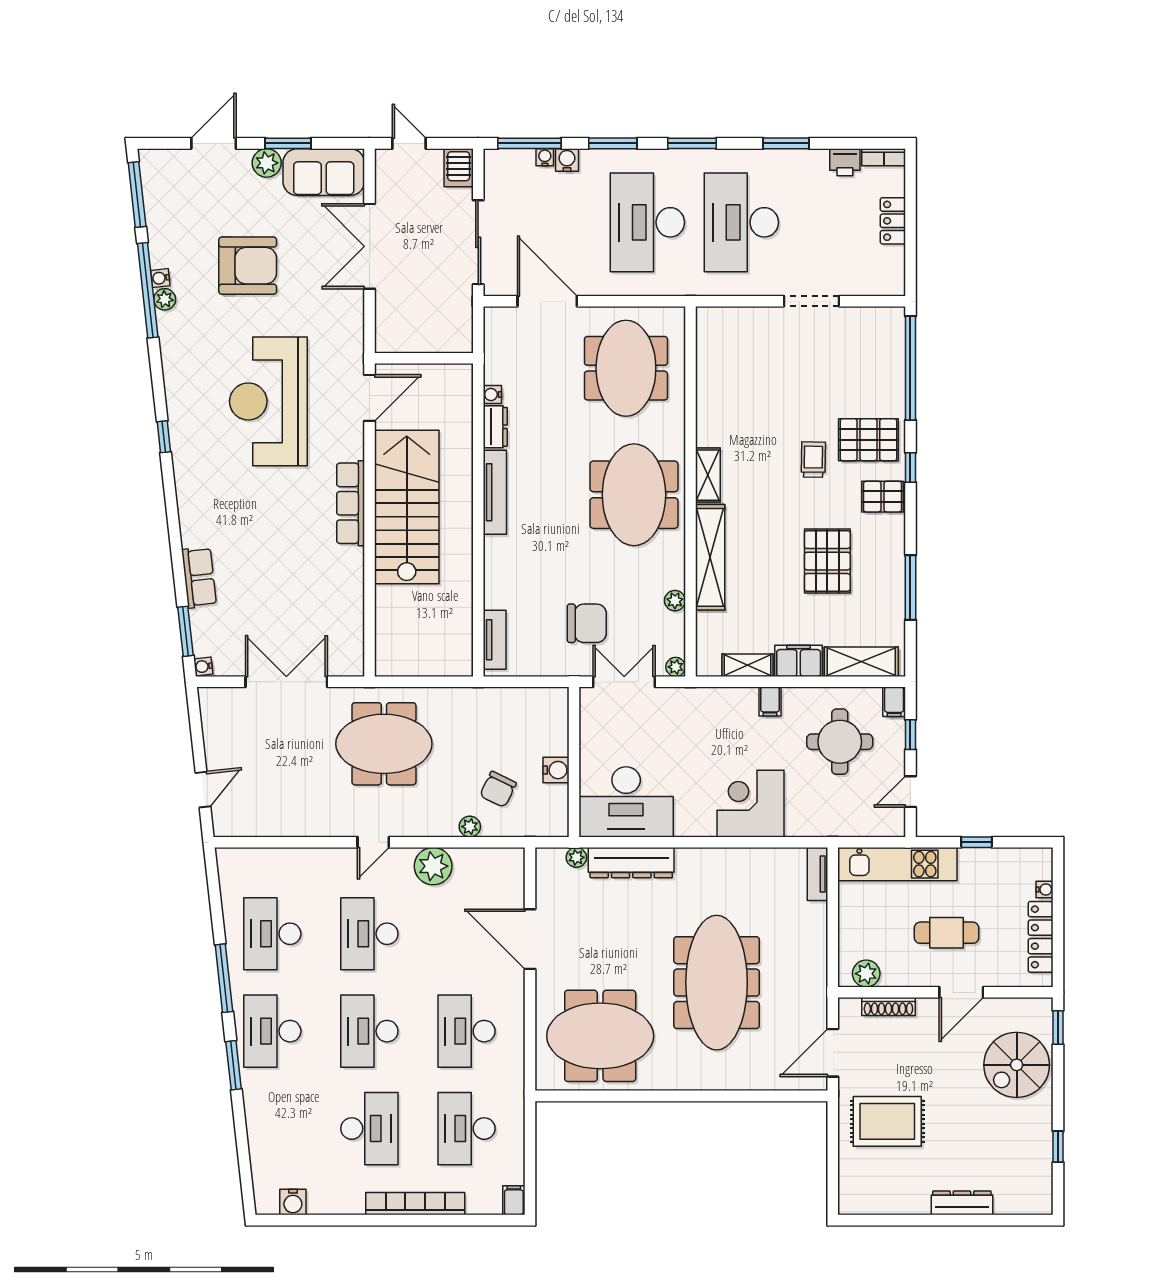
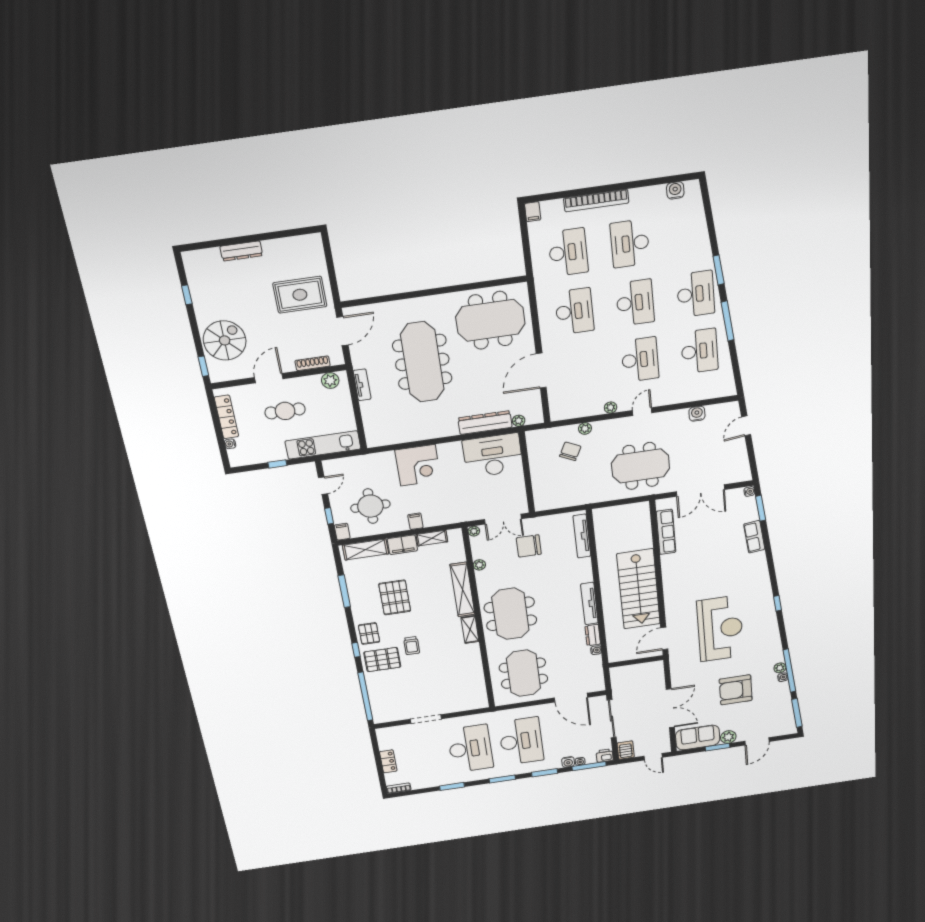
printer: (845, 162) -> (605, 756), moved
pallet: (883, 497) -> (369, 634), turned 90
row of seats: (351, 503) -> (666, 532), moved
tv unit: (495, 640) -> (582, 536), width x1.41
water cooler: (556, 770) -> (697, 414), moved, turned 90
plant: (433, 866) -> (611, 408), width x0.53, depth x0.53
tv unit: (817, 874) -> (362, 385), moved
door: (530, 939) -> (541, 371), swing flipped

